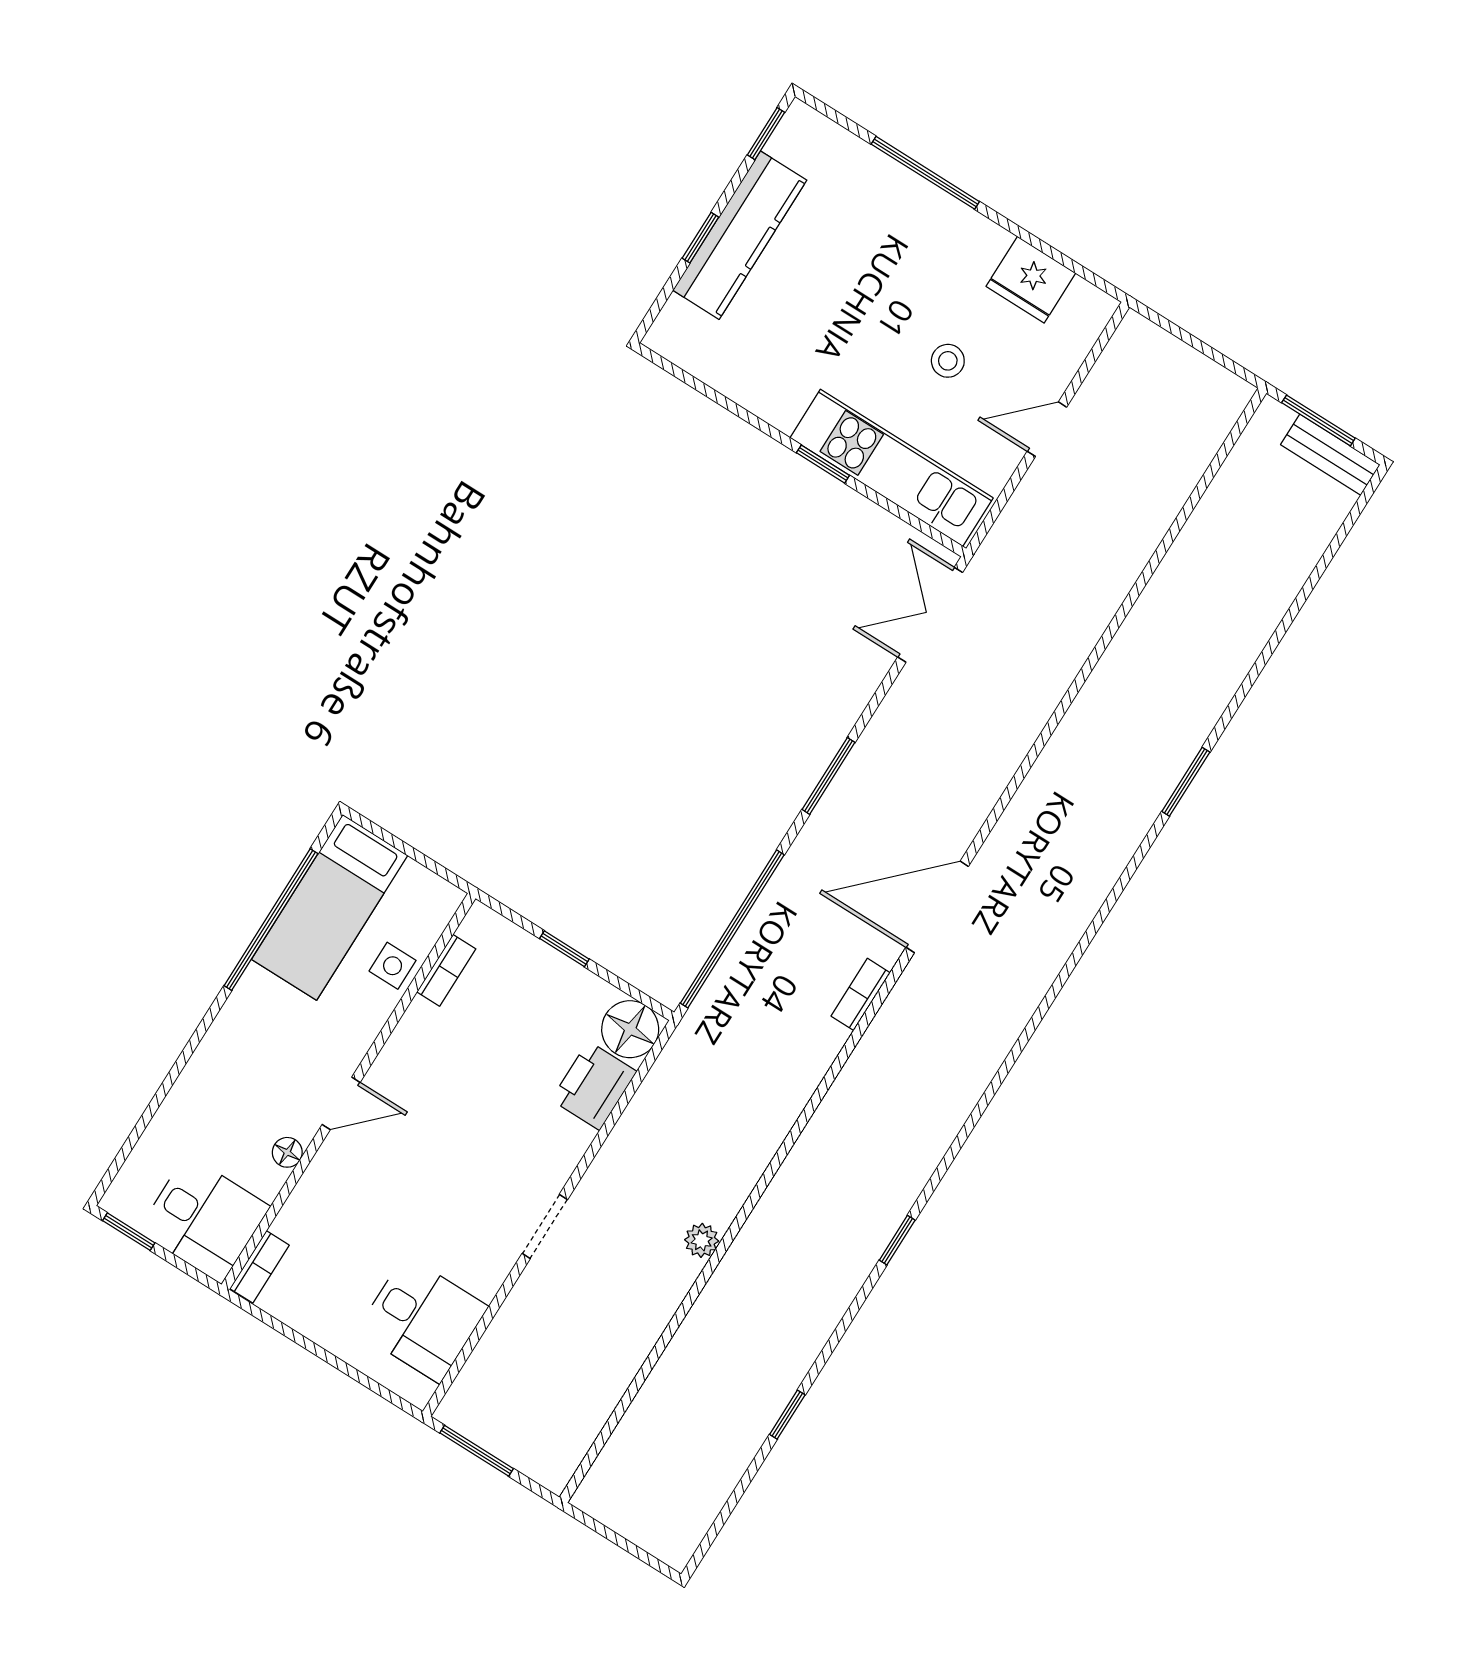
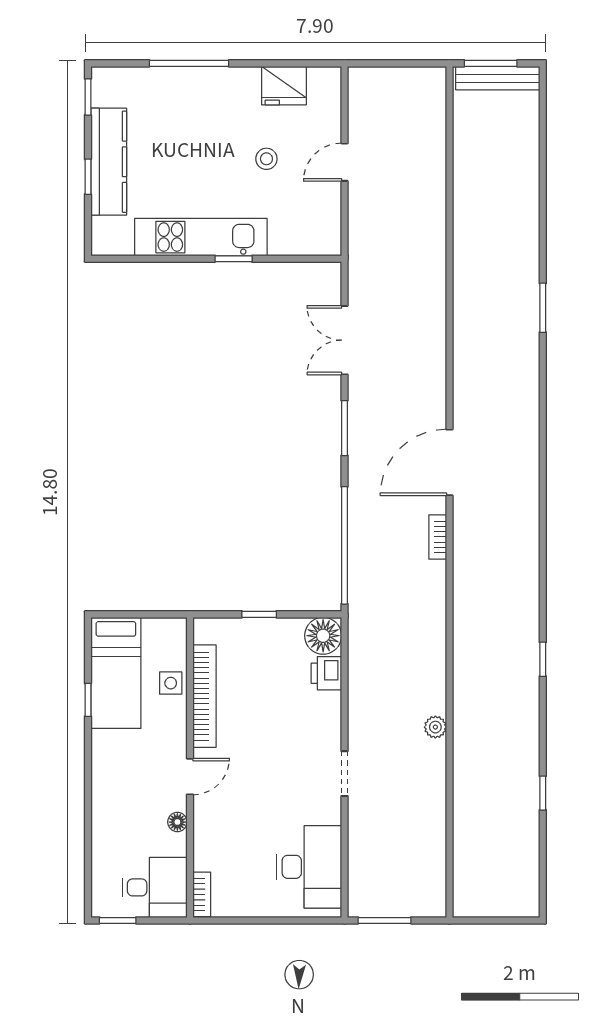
bench: (1330, 455) -> (498, 78), width x1.36
kitchen unit: (892, 468) -> (201, 237), moved
double door: (930, 615) -> (345, 340), moved
window: (271, 920) -> (88, 700), width x0.32
bookcase: (446, 970) -> (205, 696), width x2.31, depth x1.31
printer: (594, 1086) -> (326, 673), width x0.73, depth x0.81
desk: (422, 1319) -> (309, 867), width x1.37

